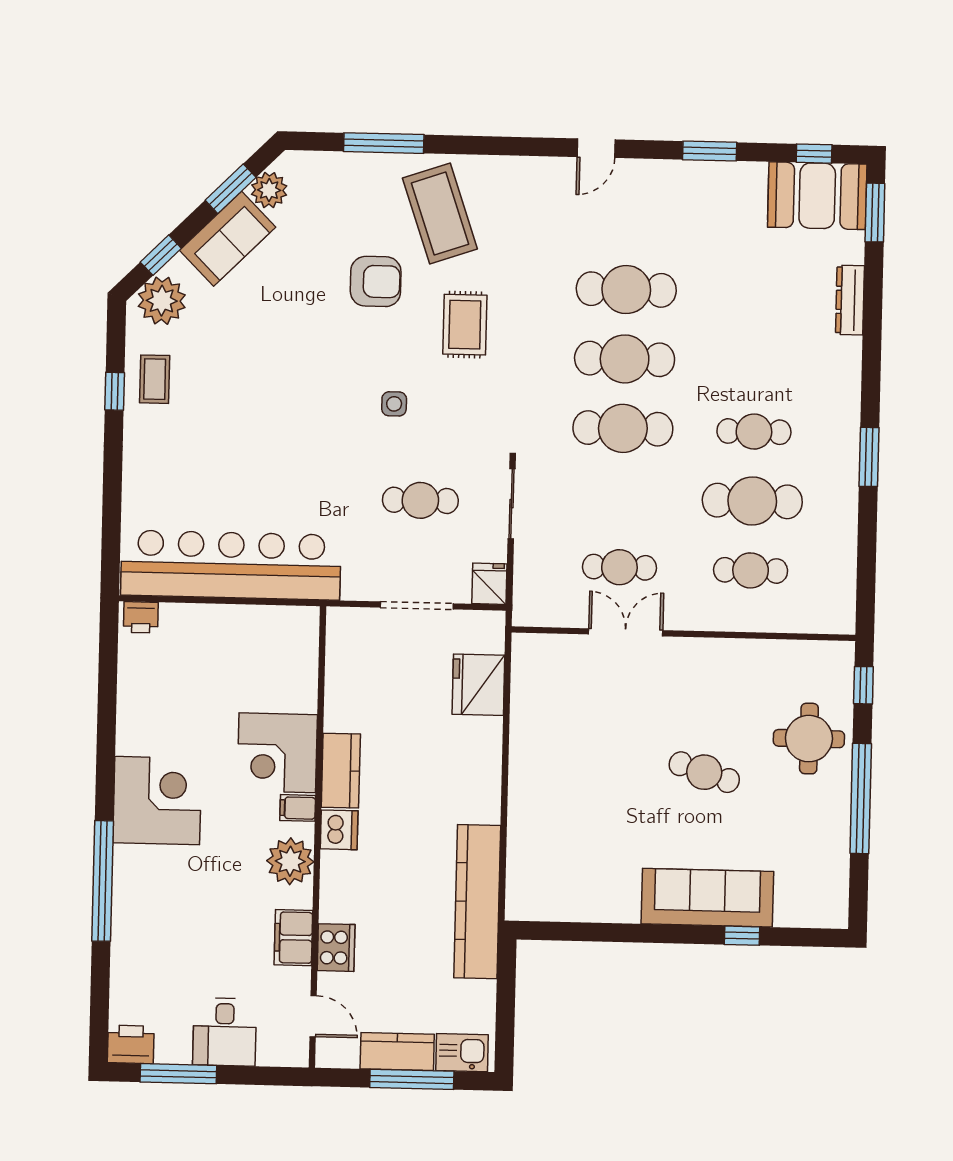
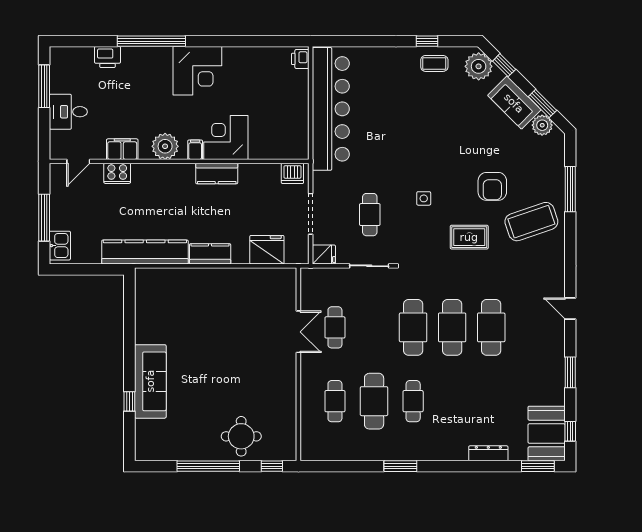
cafe table: (704, 772) -> (221, 378), removed
dishwasher: (339, 830) -> (292, 173), moved
printer: (131, 1044) -> (107, 57), moved, turned 90
kitchen counter: (397, 1051) -> (210, 254), moved, turned -90

